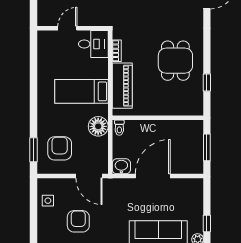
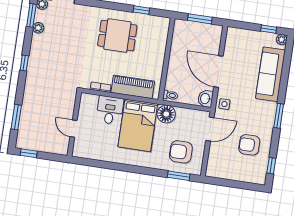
desk: (93, 44) -> (110, 110), moved
bed: (81, 91) -> (138, 125), width x1.50
side table: (48, 201) -> (224, 104), moved

